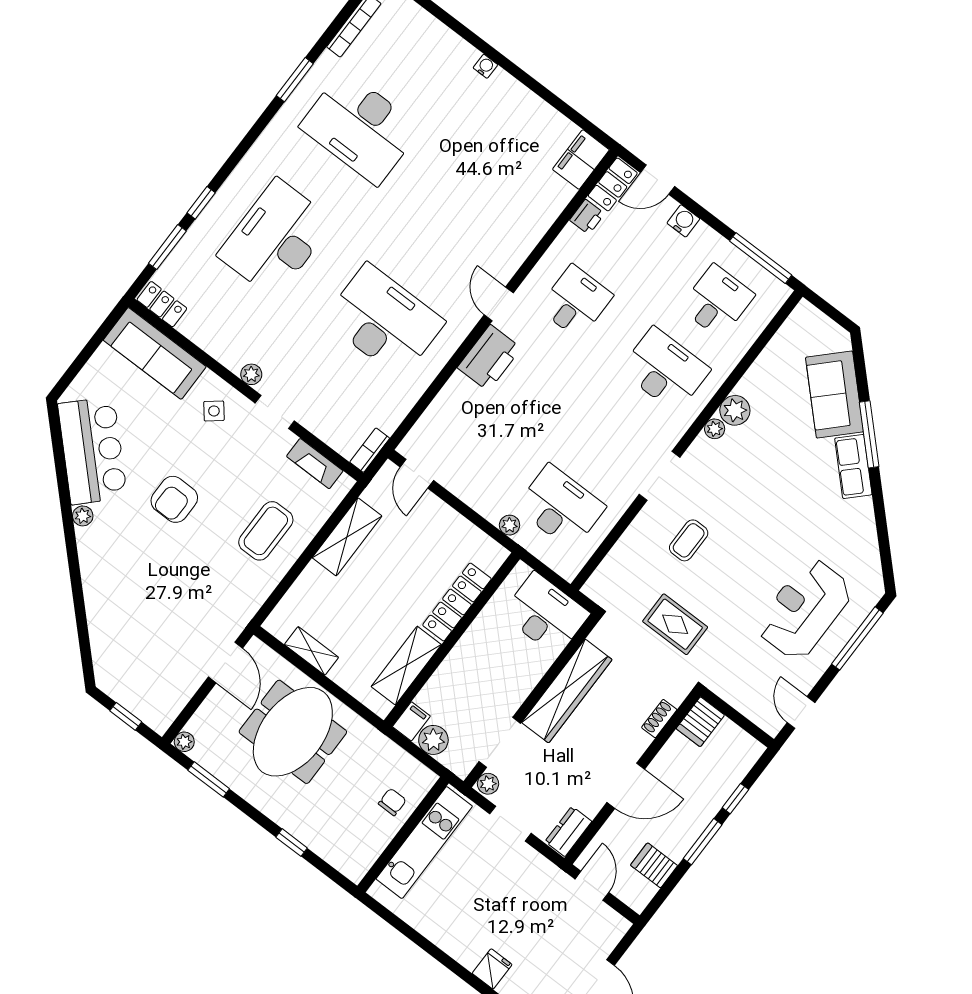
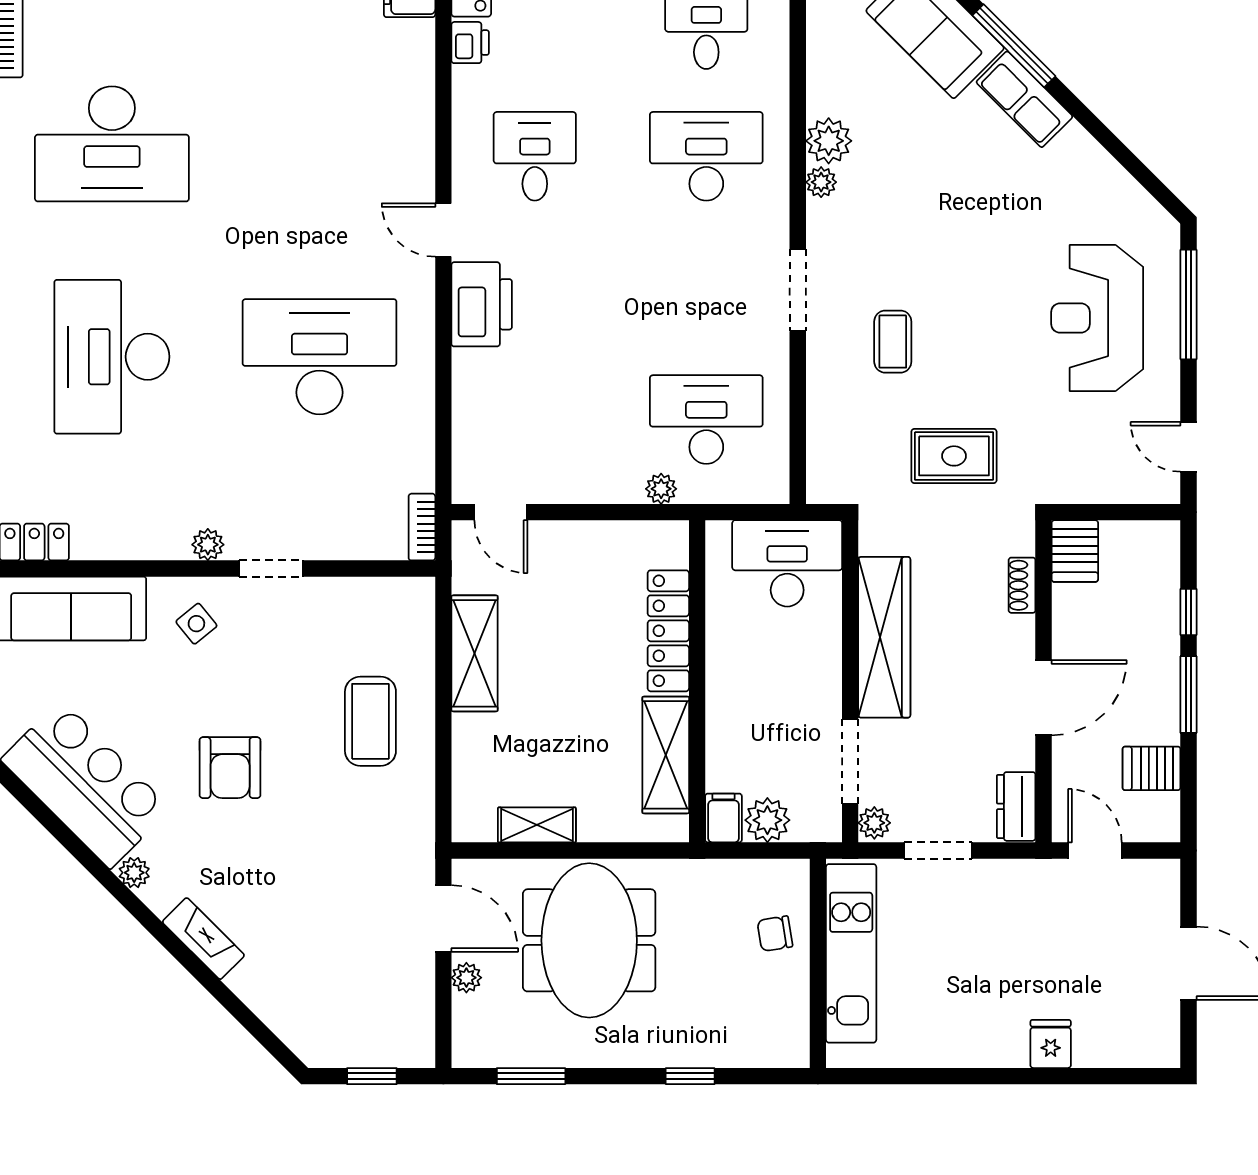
fireplace: (315, 464) -> (203, 939), moved, turned -135
plant: (184, 742) -> (466, 978), moved
chair: (392, 802) -> (775, 934), turned -99

